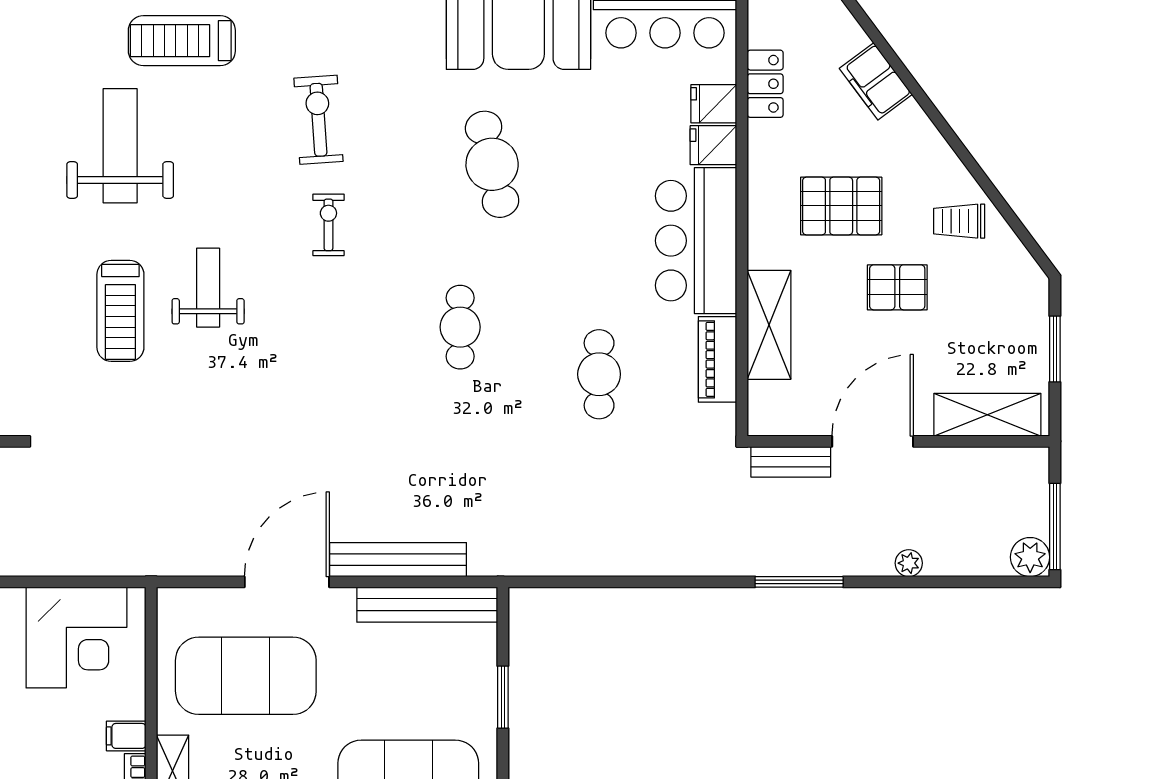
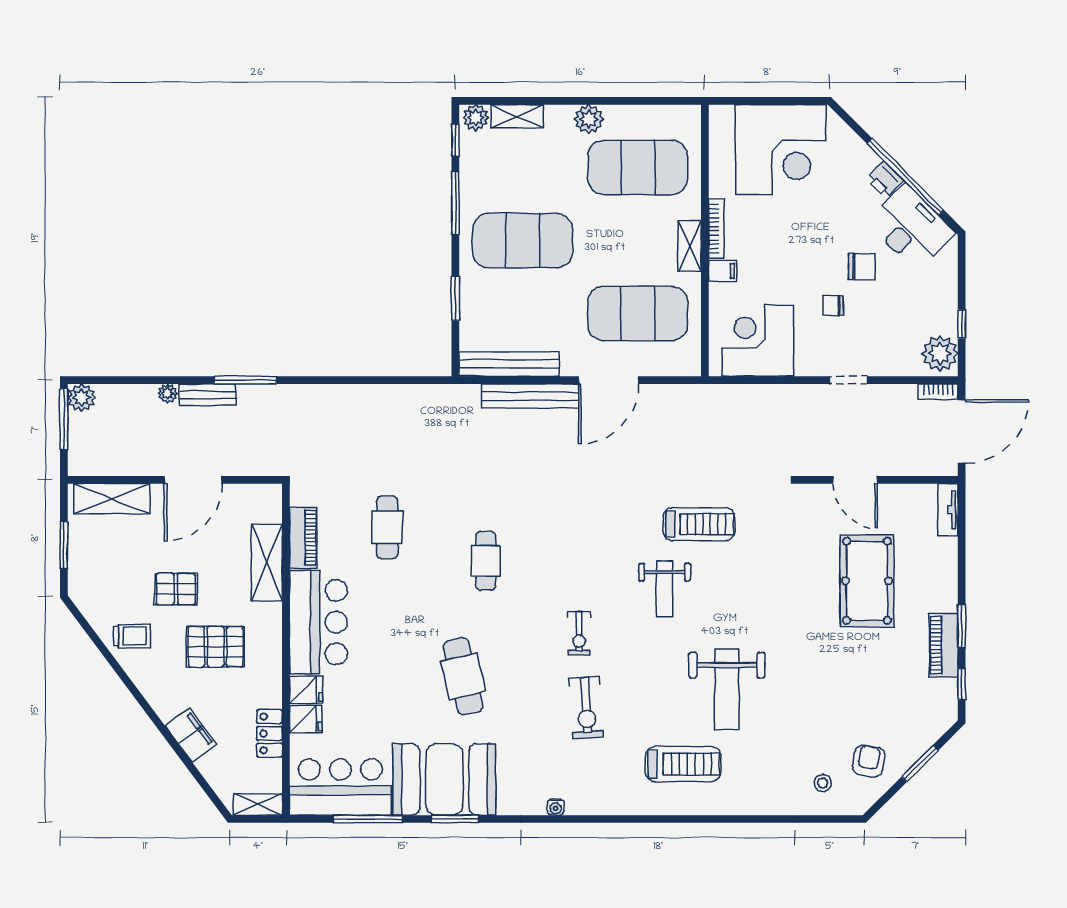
treadmill: (120, 311) -> (699, 524), moved, turned 90
bench: (791, 462) -> (208, 395), moved

